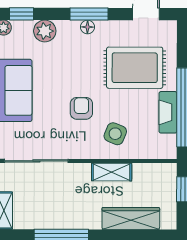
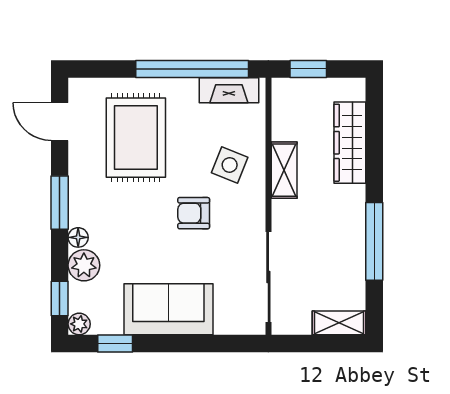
floor lamp: (88, 27) -> (78, 237), moved
fireplace: (168, 112) -> (229, 90), moved

